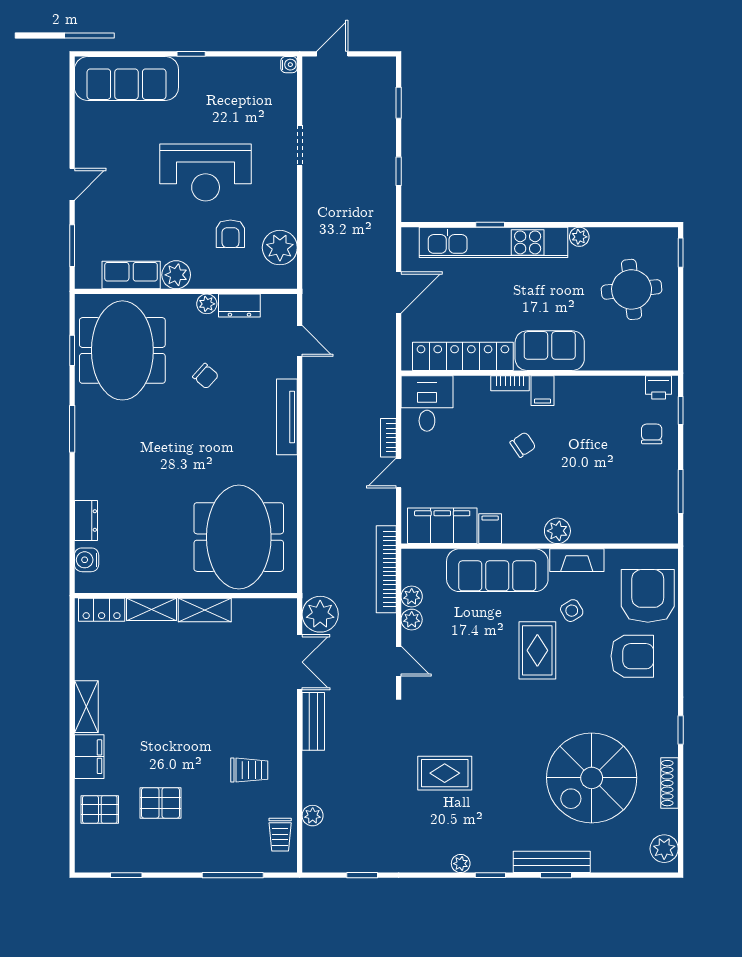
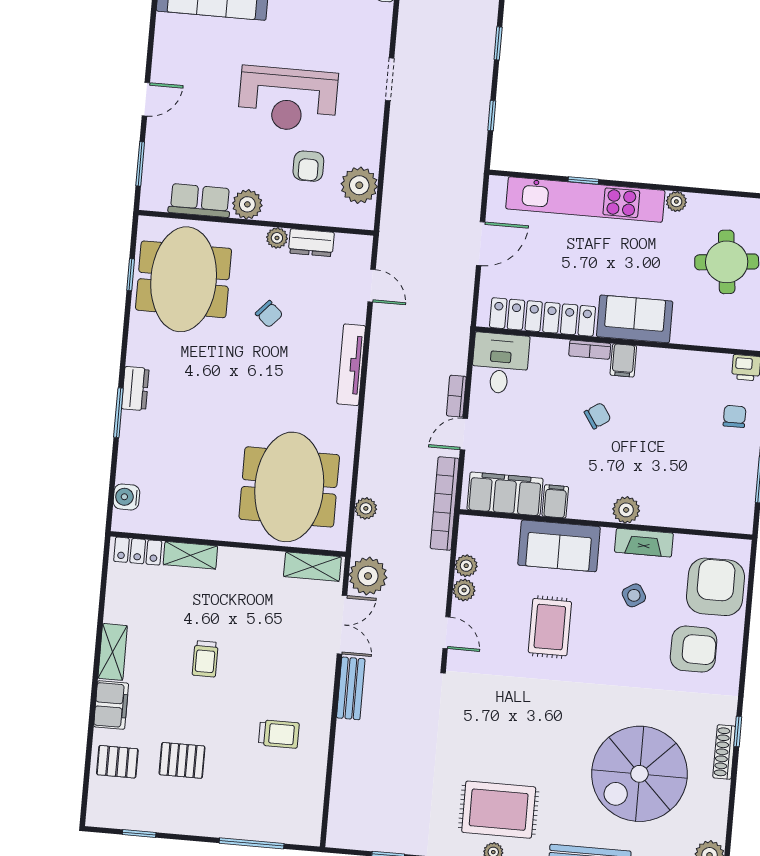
window: (72, 429) -> (118, 413), moved
dresser: (86, 521) -> (135, 389), moved
bookcase: (386, 569) -> (445, 504), moved
sofa: (497, 570) -> (559, 546), width x0.73
shelving: (205, 610) -> (312, 567), moved
rug: (537, 650) -> (550, 627), moved
rug: (445, 773) -> (499, 810), moved, width x1.36, depth x1.43
shoe rack: (670, 783) -> (724, 752), moved
plant: (313, 816) -> (366, 508), moved
trolley: (280, 835) -> (205, 659), moved

